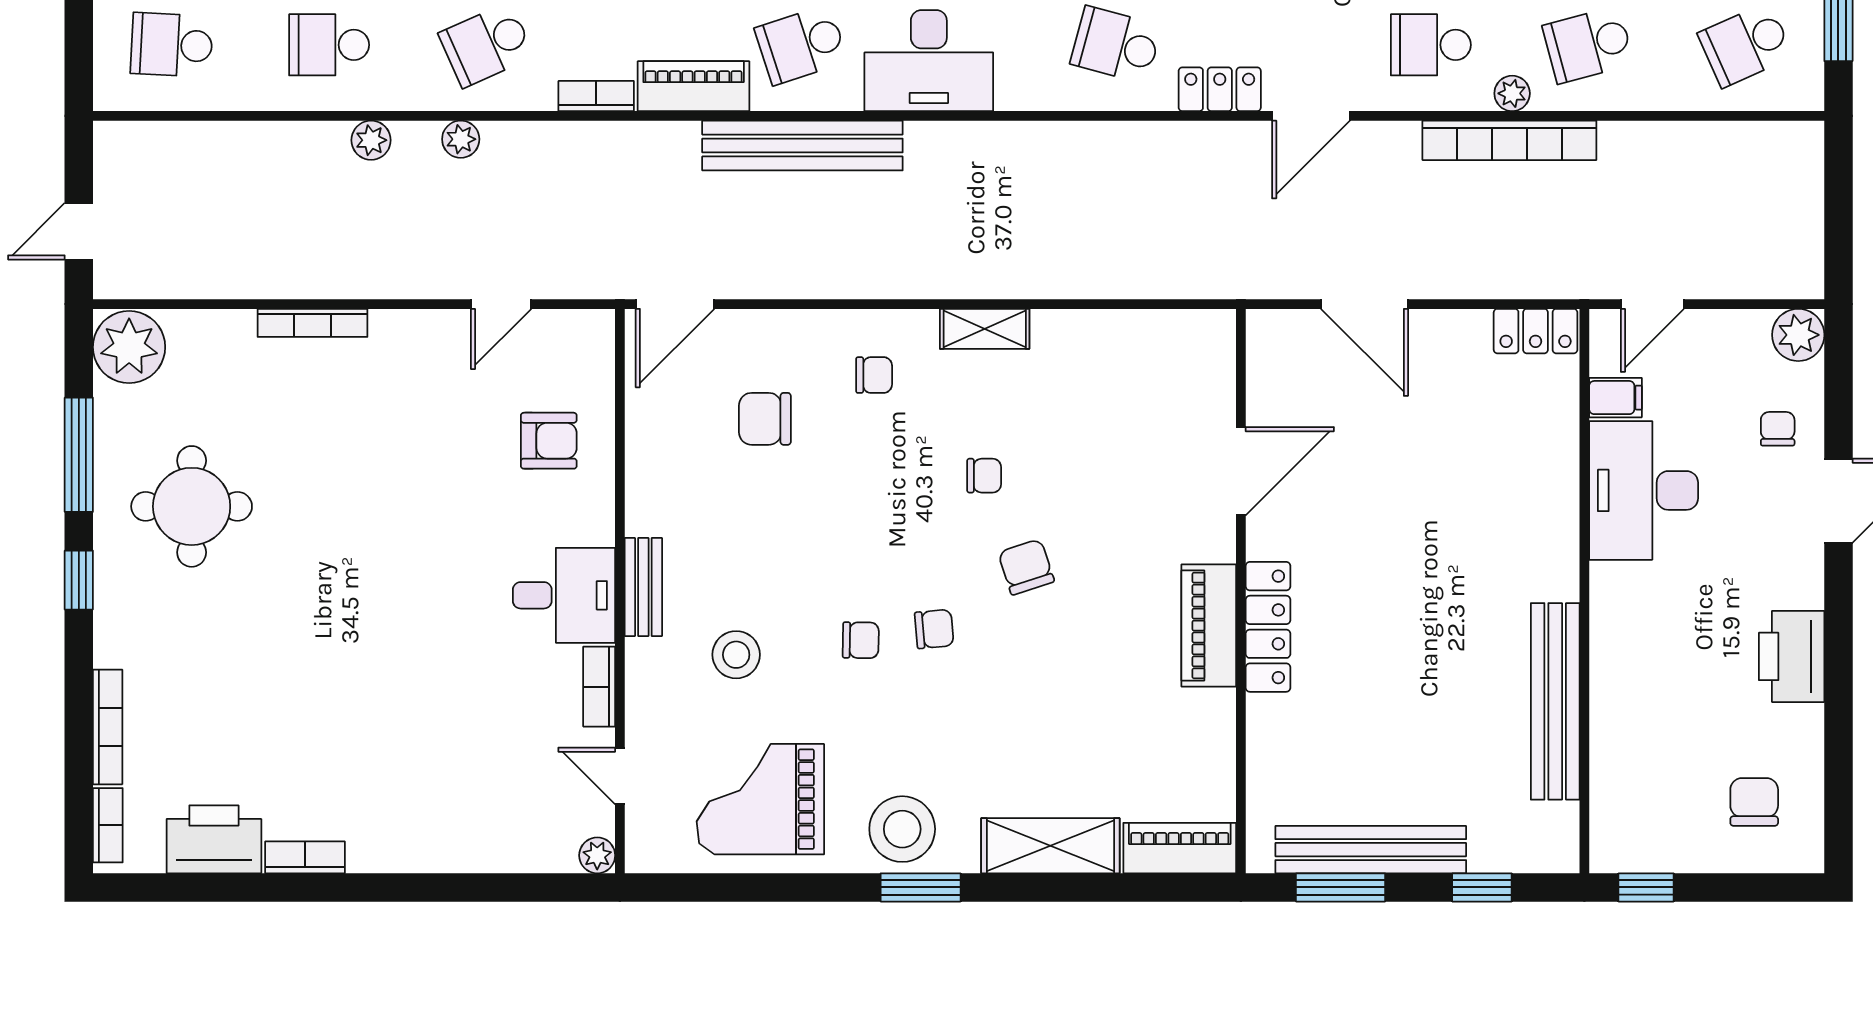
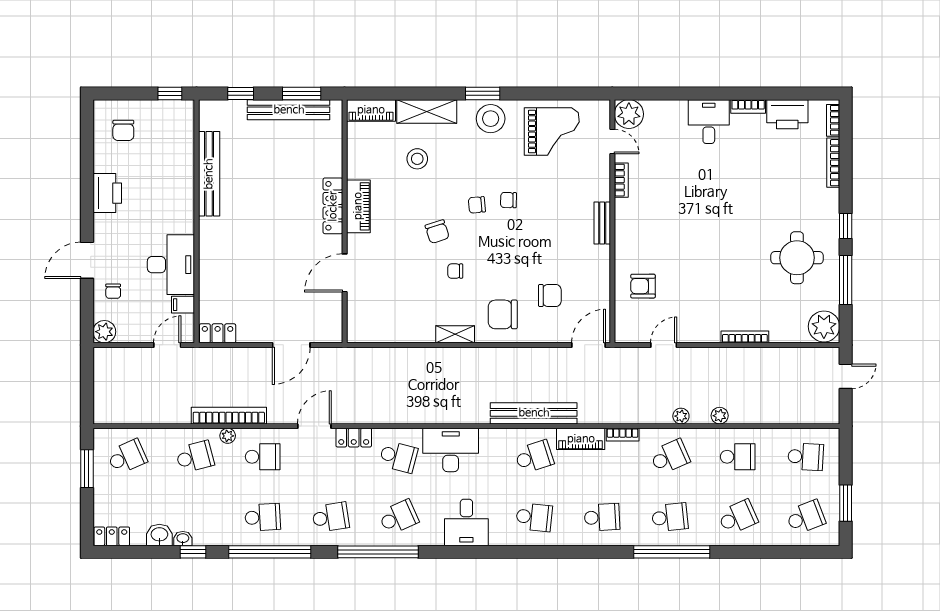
desk: (929, 61) -> (451, 450), moved
door: (1365, 304) -> (291, 345), swing flipped
chair: (874, 375) -> (503, 314), width x1.87, depth x1.87
desk: (564, 595) -> (709, 122), moved, turned 90
stool: (736, 655) -> (417, 159), moved
plant: (597, 855) -> (629, 114), width x1.87, depth x1.87

